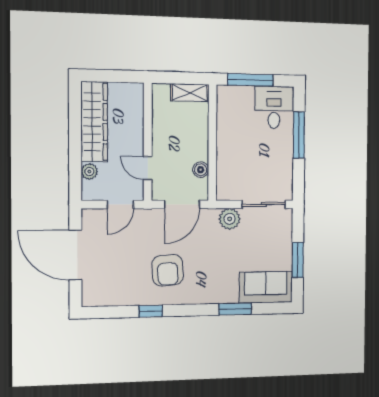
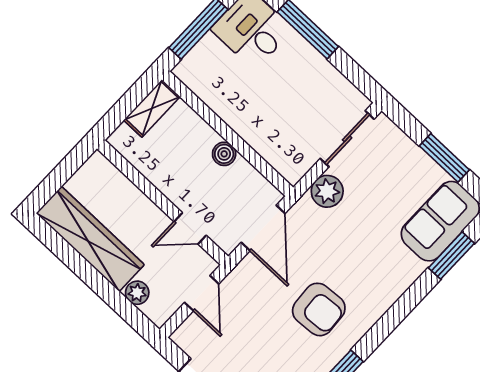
boiler: (201, 170) -> (224, 154), moved
window: (235, 309) -> (451, 256), moved

